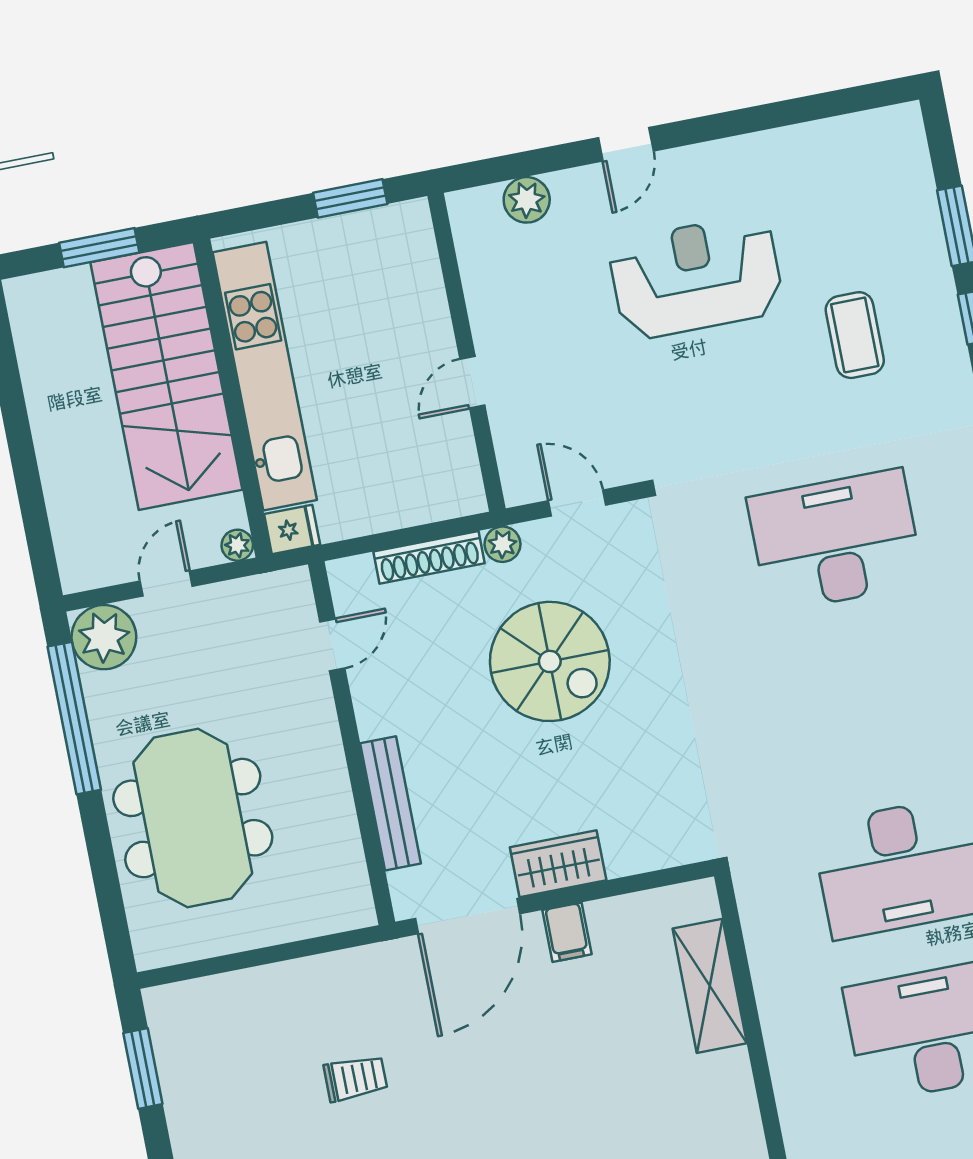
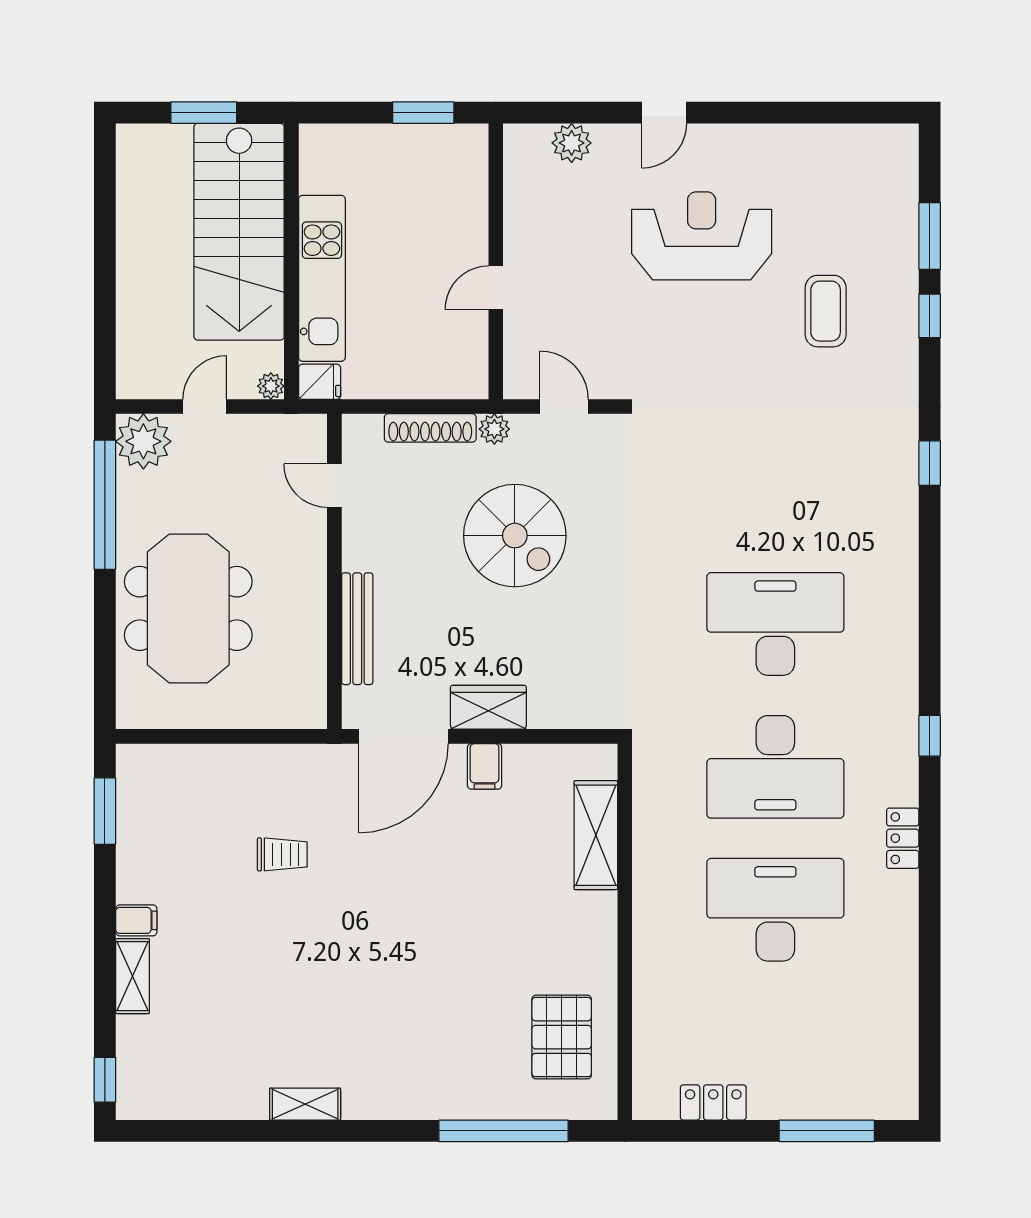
kitchen unit: (265, 376) -> (322, 278), width x0.73
desk: (836, 541) -> (775, 624), moved
door: (332, 645) -> (334, 486), swing flipped

